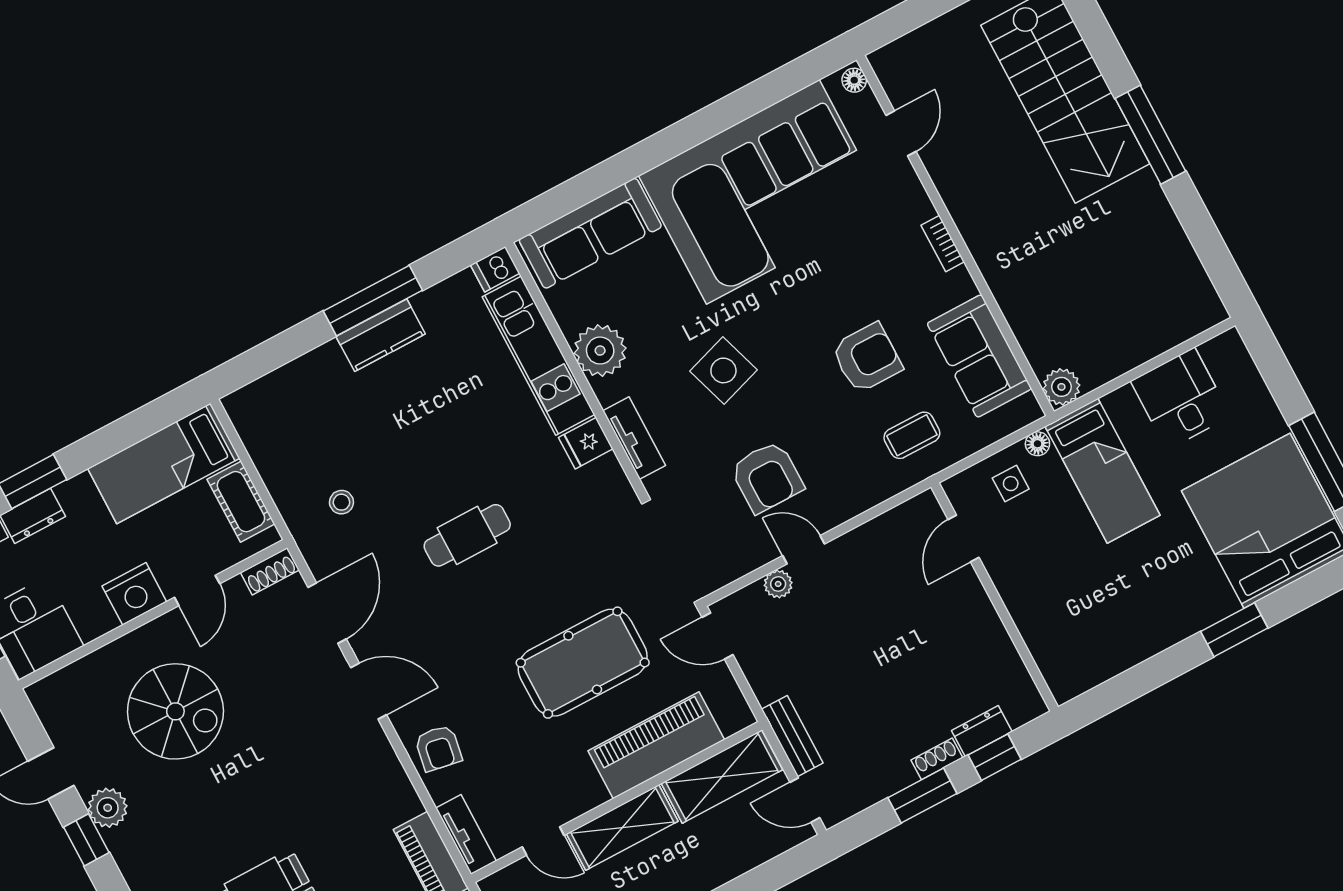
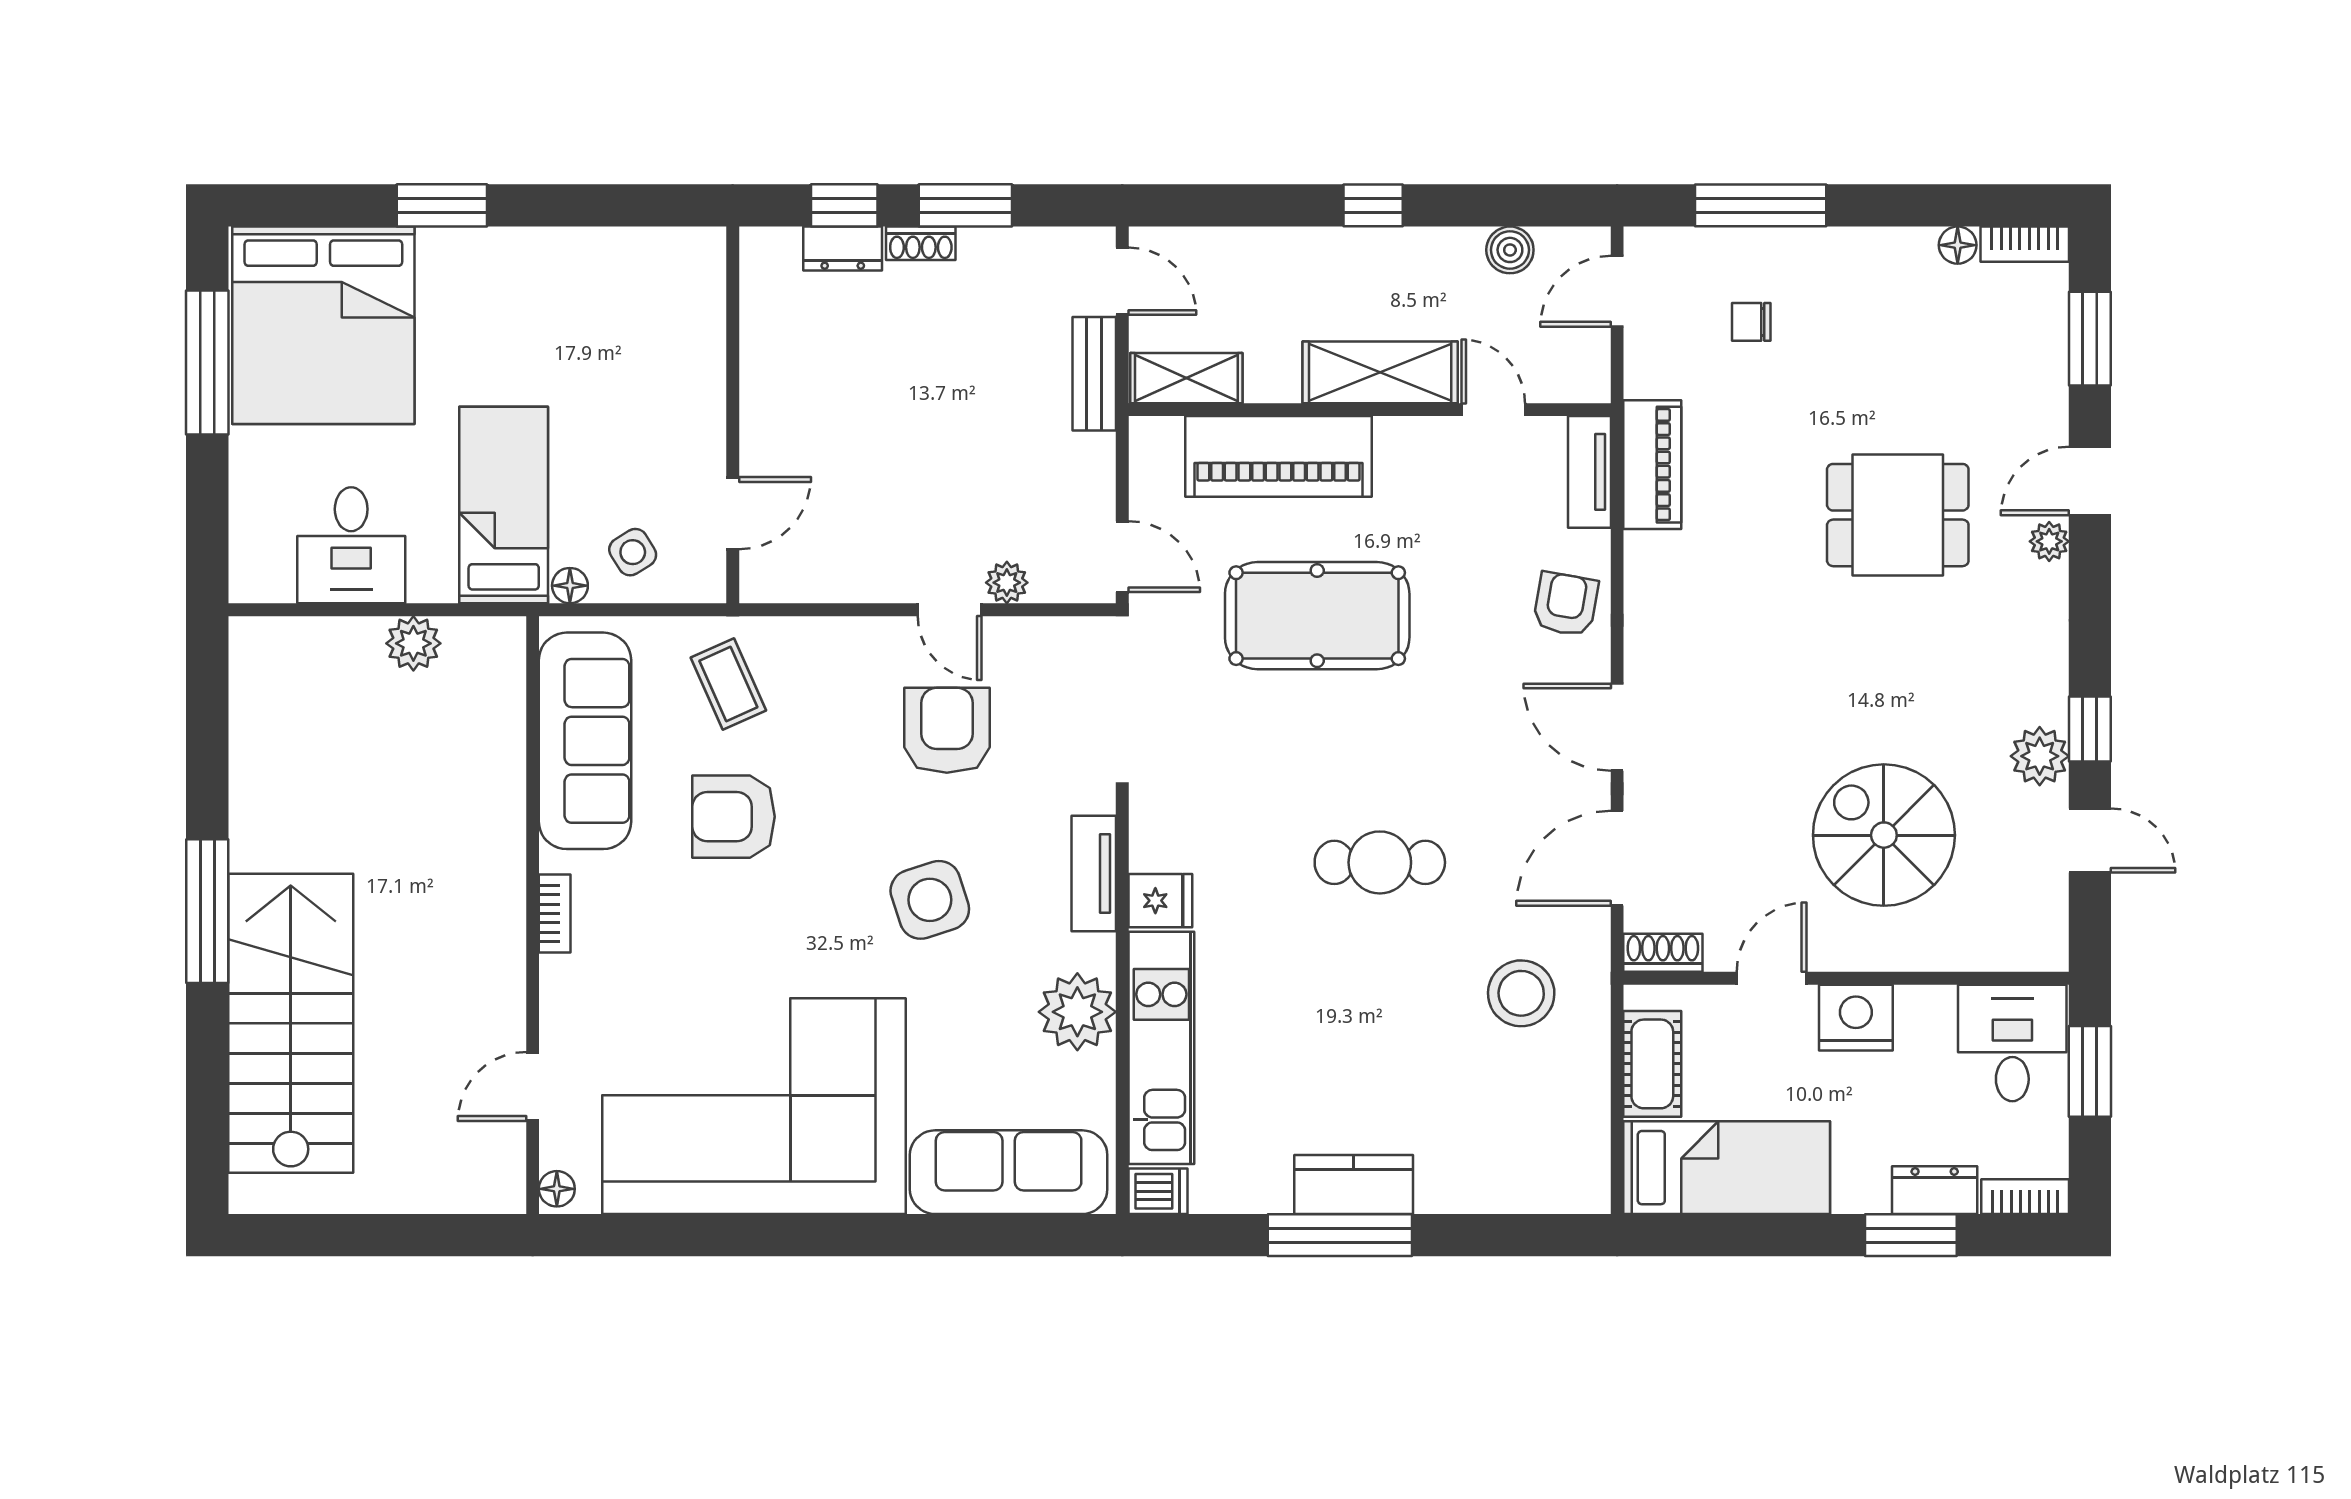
sofa: (979, 356) -> (585, 741), width x1.36
plant: (1061, 387) -> (413, 643), moved
coffee table: (912, 435) -> (728, 684), turned 66
side table: (1011, 484) -> (633, 552), turned -32
stool: (341, 502) -> (1521, 993), width x1.89, depth x1.89
shelving: (722, 777) -> (1186, 378), width x0.67, depth x0.75

